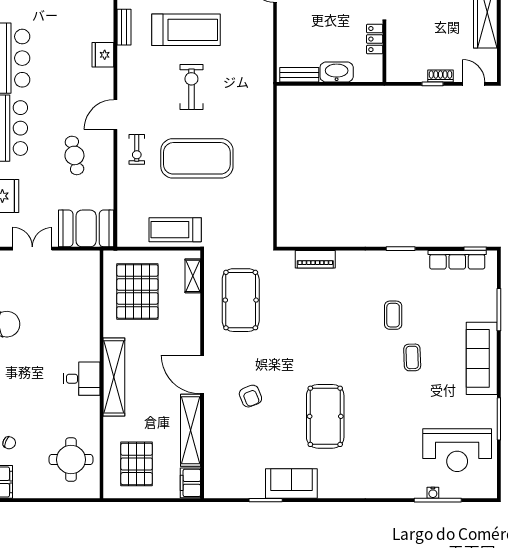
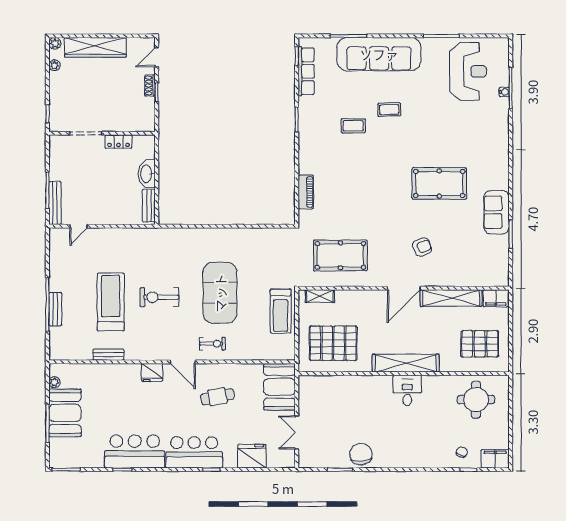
fridge: (103, 55) -> (152, 372), moved
sofa: (482, 358) -> (379, 54), width x1.36, depth x1.27

